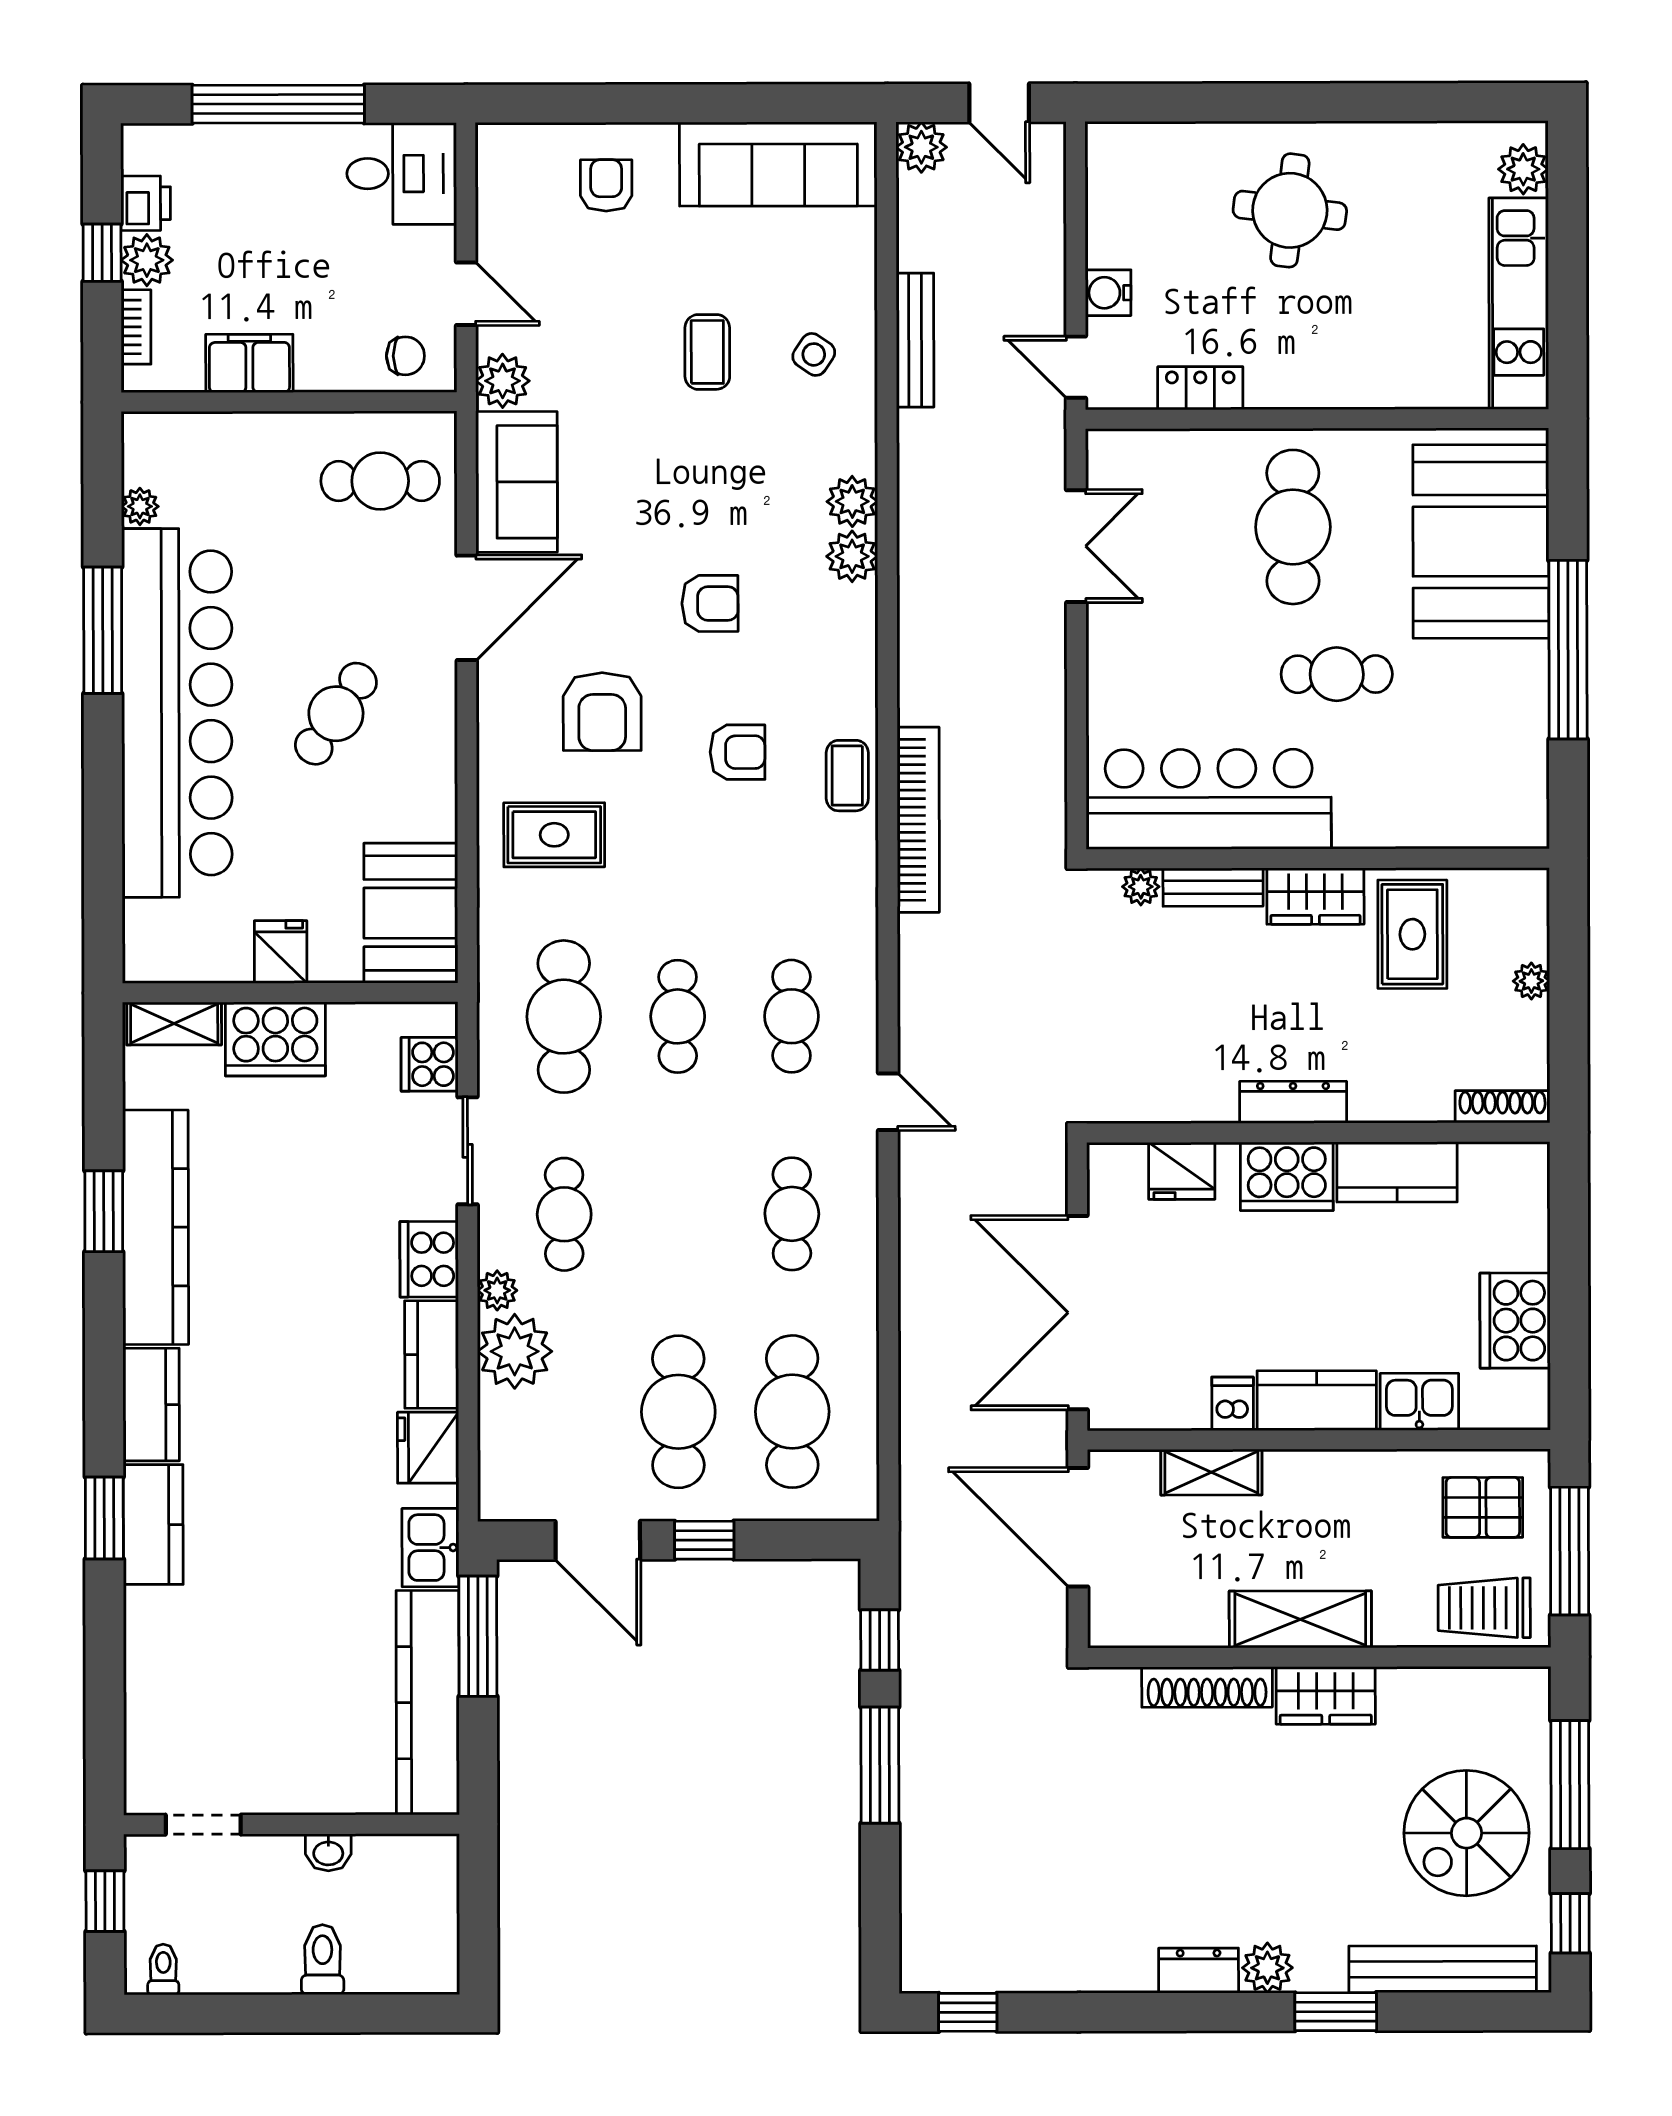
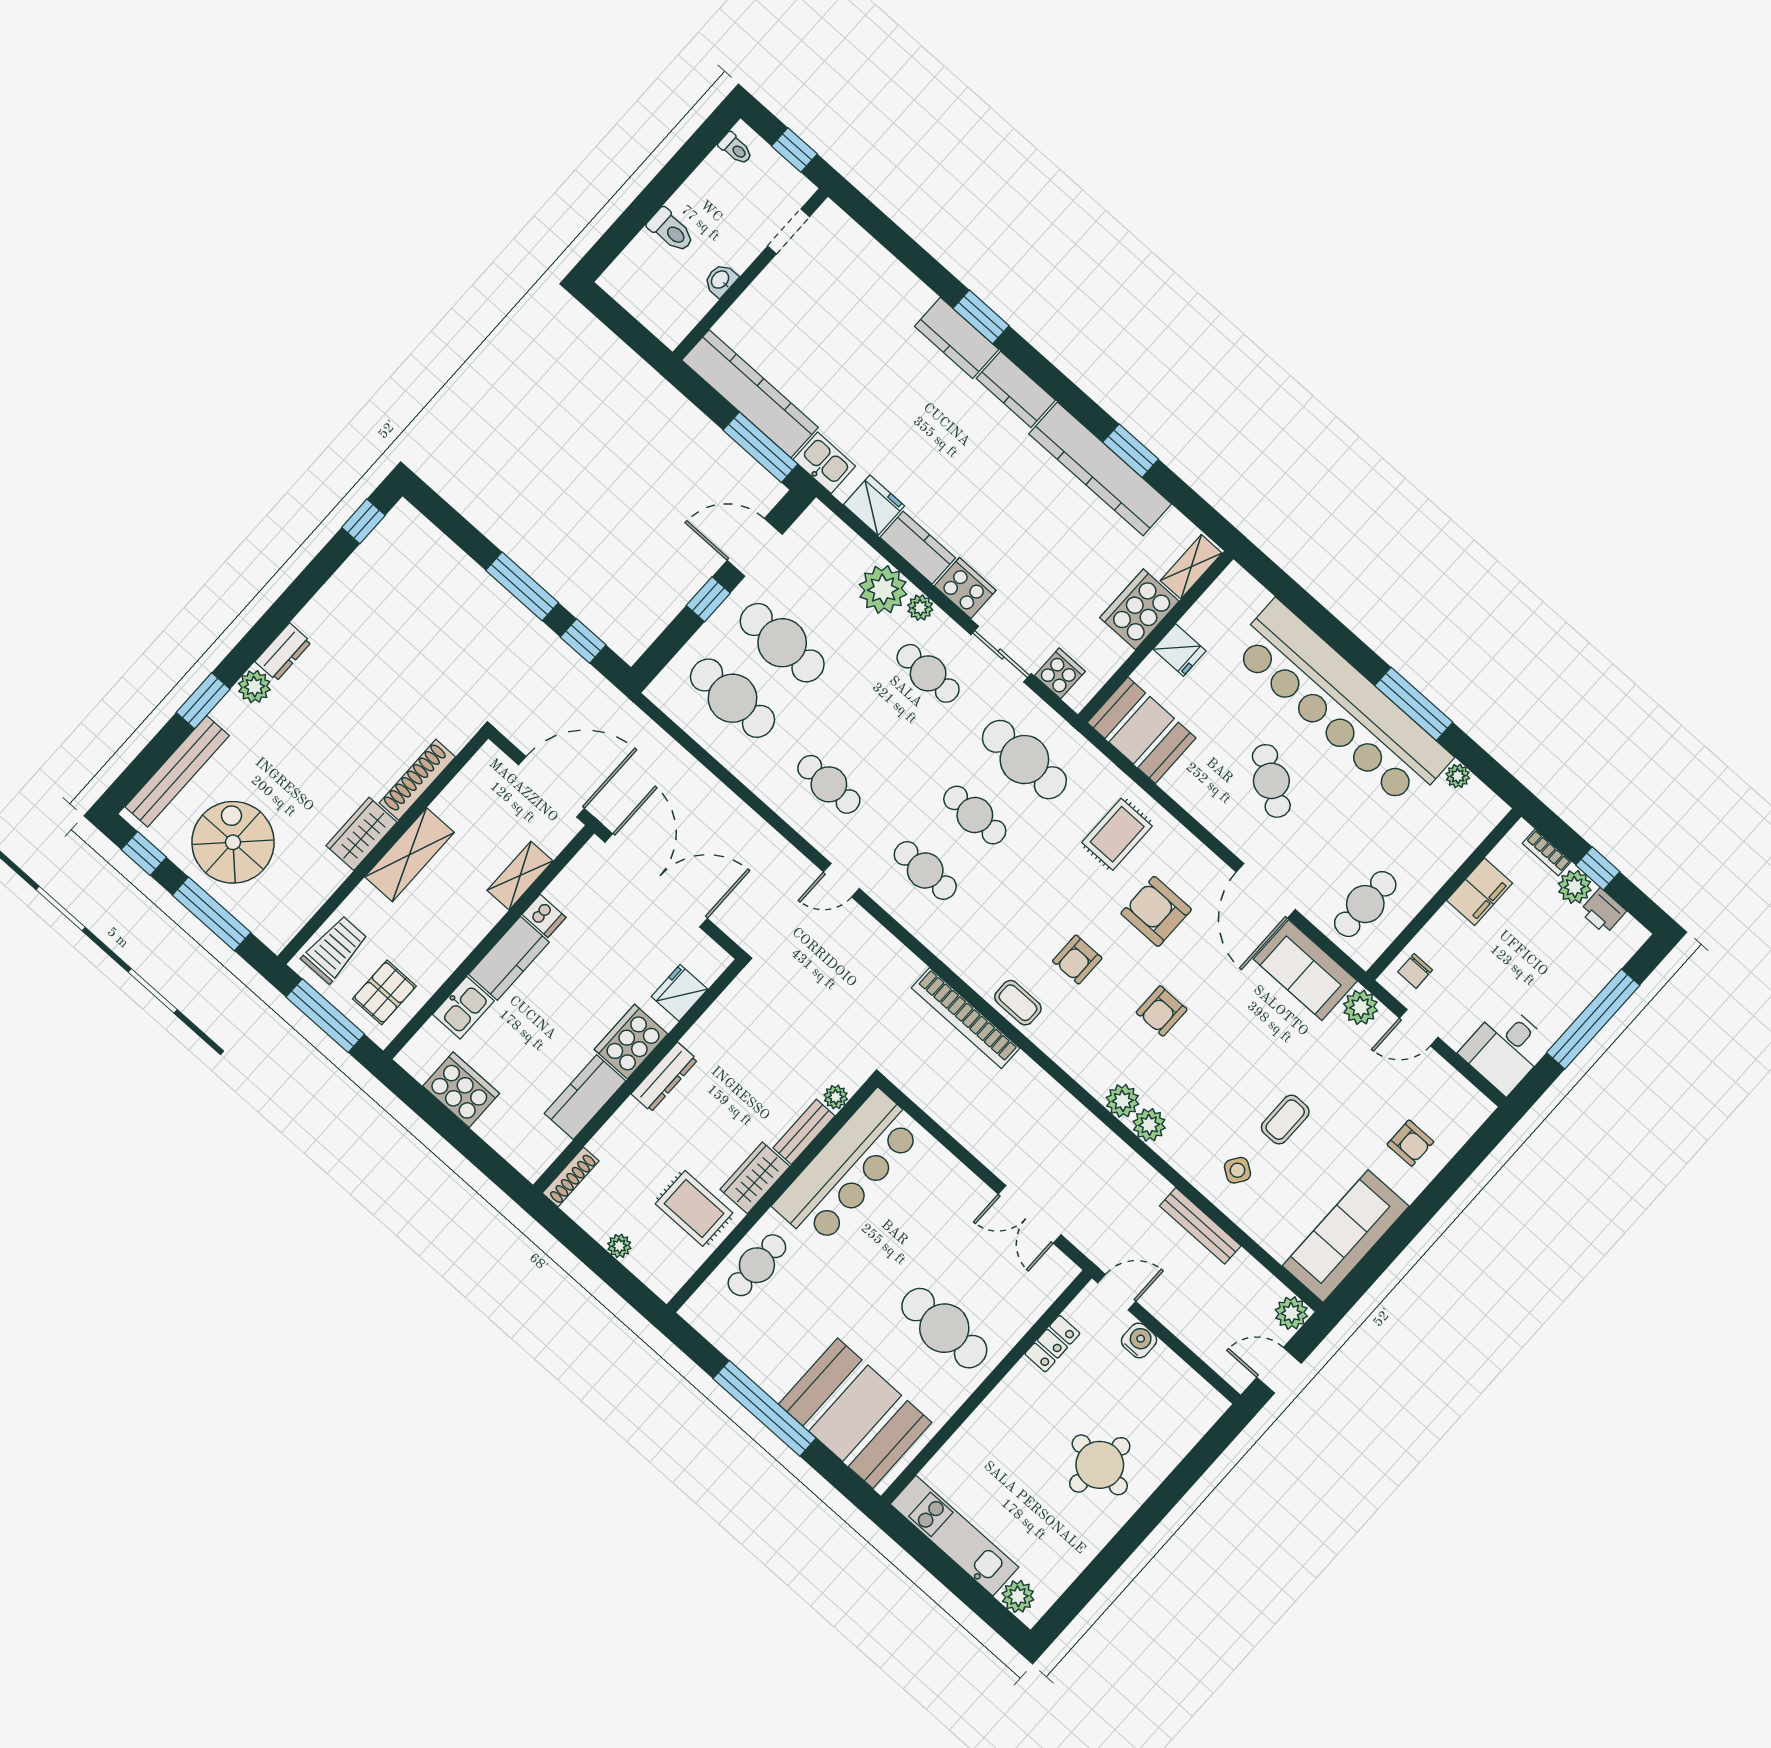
coffee table: (707, 352) -> (1285, 1120), turned 90
cafe table: (1337, 674) -> (757, 1265), moved

